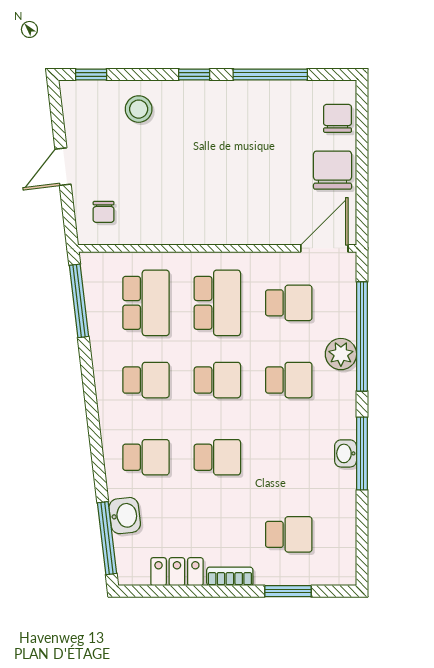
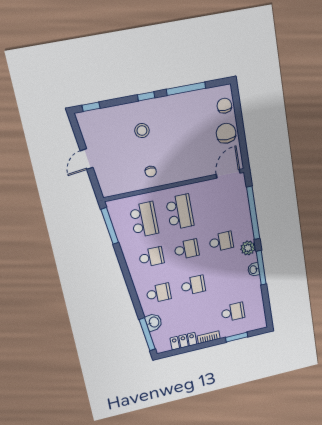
stool: (139, 109) -> (142, 131), moved
chair: (104, 212) -> (151, 172), moved
school desk: (289, 303) -> (215, 204), removed
plant: (341, 354) -> (248, 248), moved

